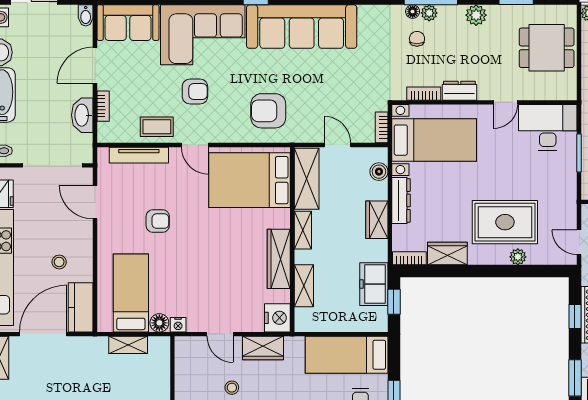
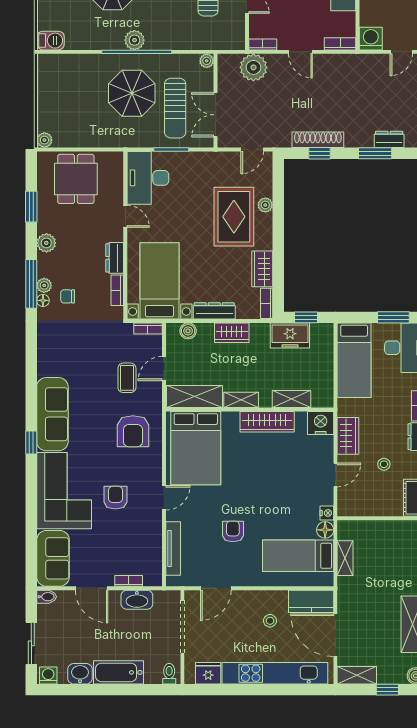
sofa: (302, 27) -> (52, 414), width x0.74, depth x0.79
coffee table: (157, 127) -> (127, 378), moved

